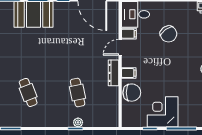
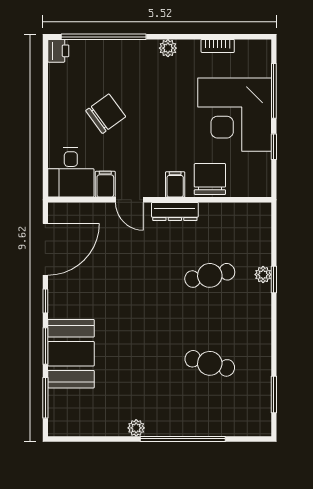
cafe table: (28, 92) -> (210, 363), turned 36
corner desk: (163, 112) -> (235, 115), width x1.36, depth x1.36

